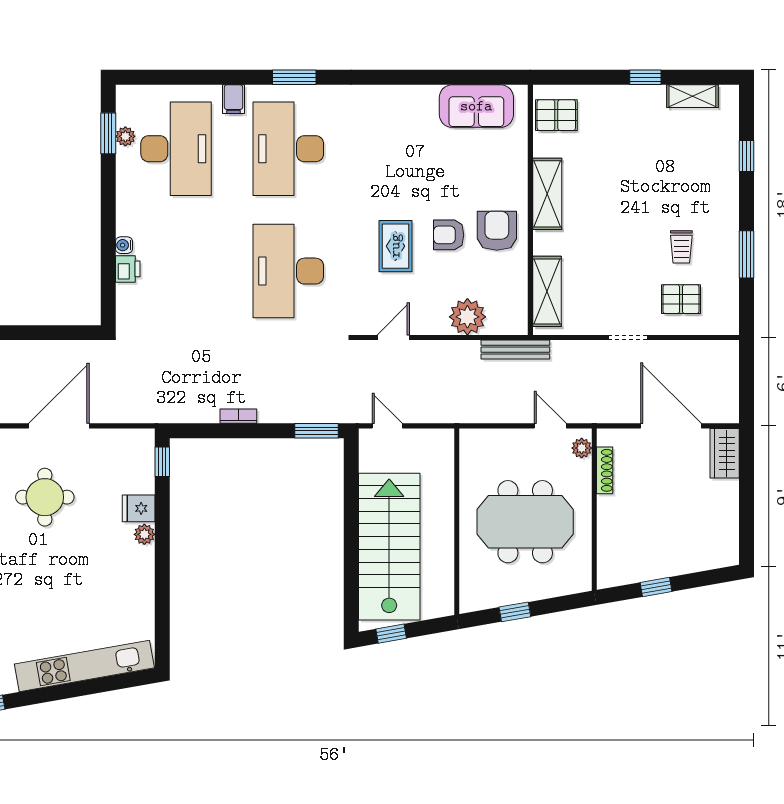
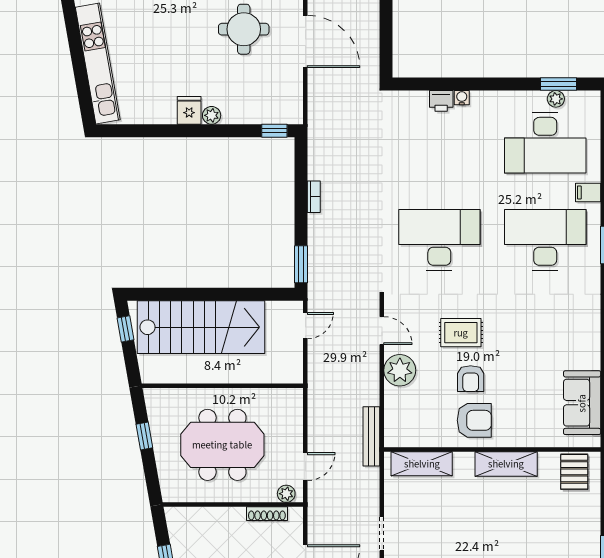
armchair: (449, 235) -> (471, 379), turned 180
plant: (467, 317) -> (400, 370), moved
fridge: (139, 508) -> (189, 110), moved
meeting table: (525, 522) -> (222, 445), turned 90

